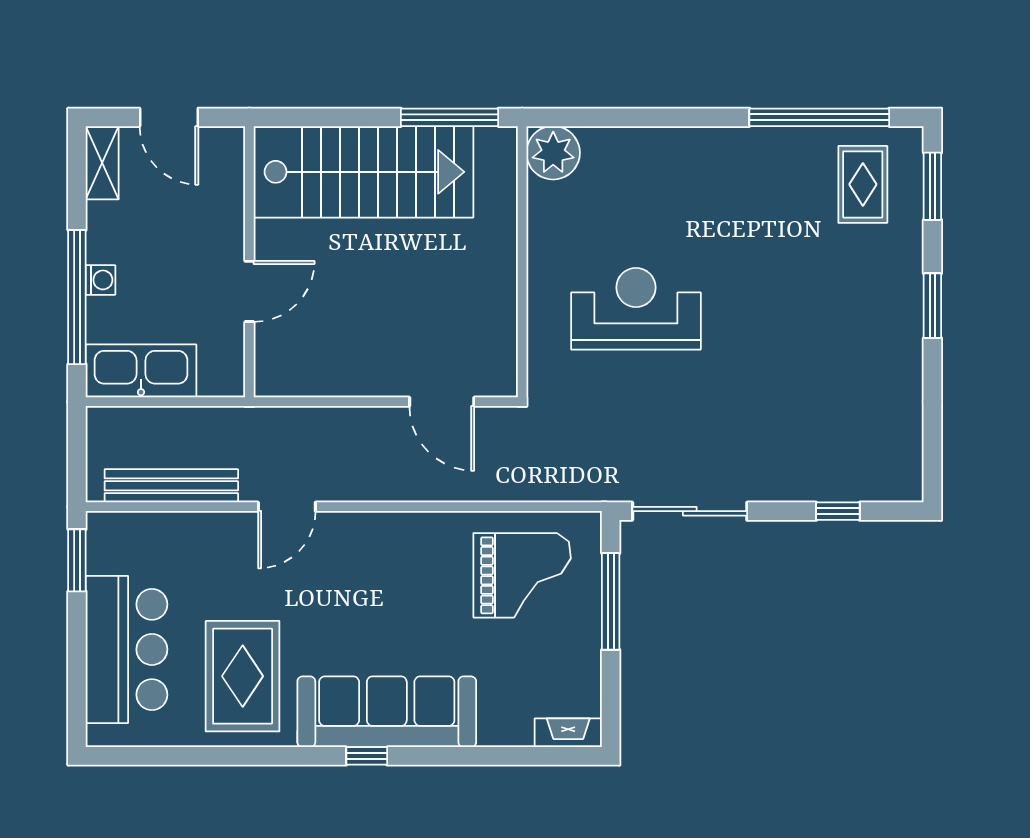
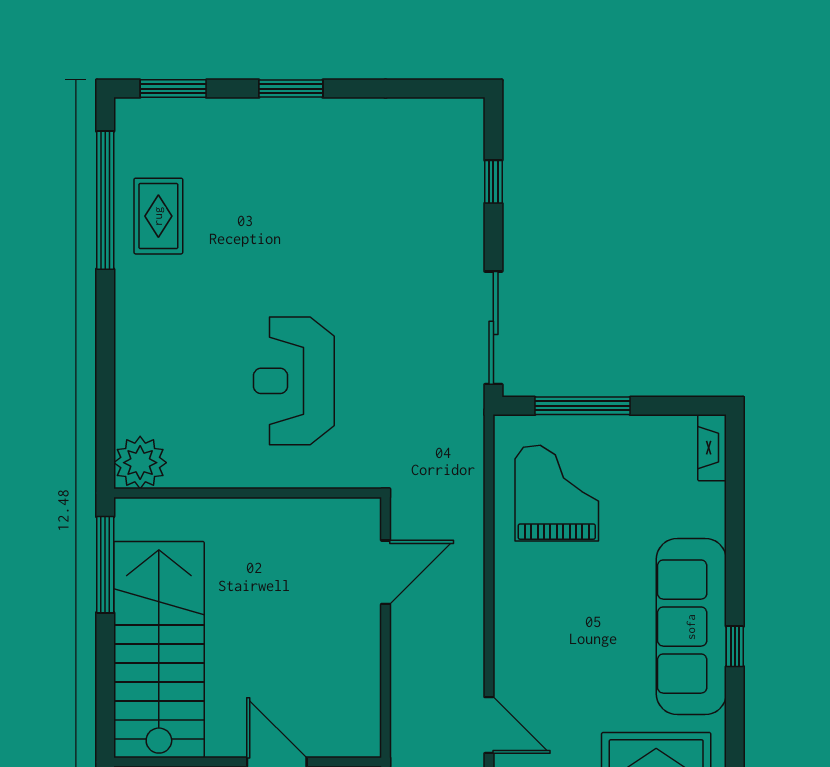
rug: (863, 184) -> (158, 216), moved, turned 90

